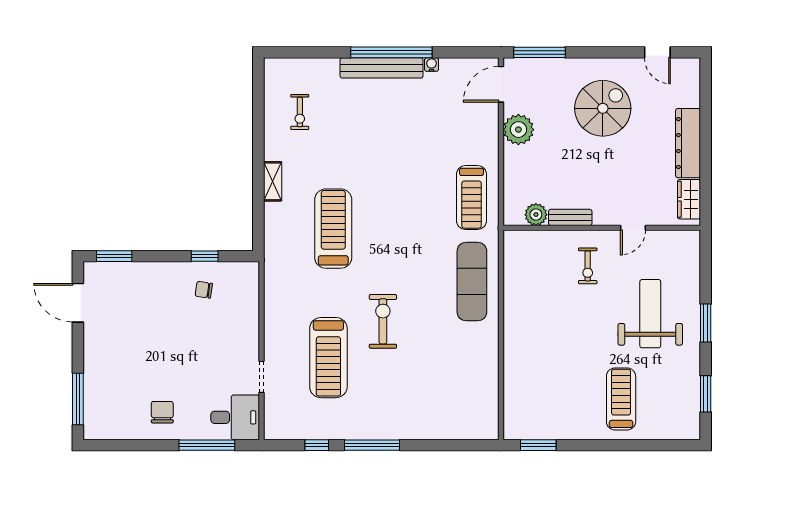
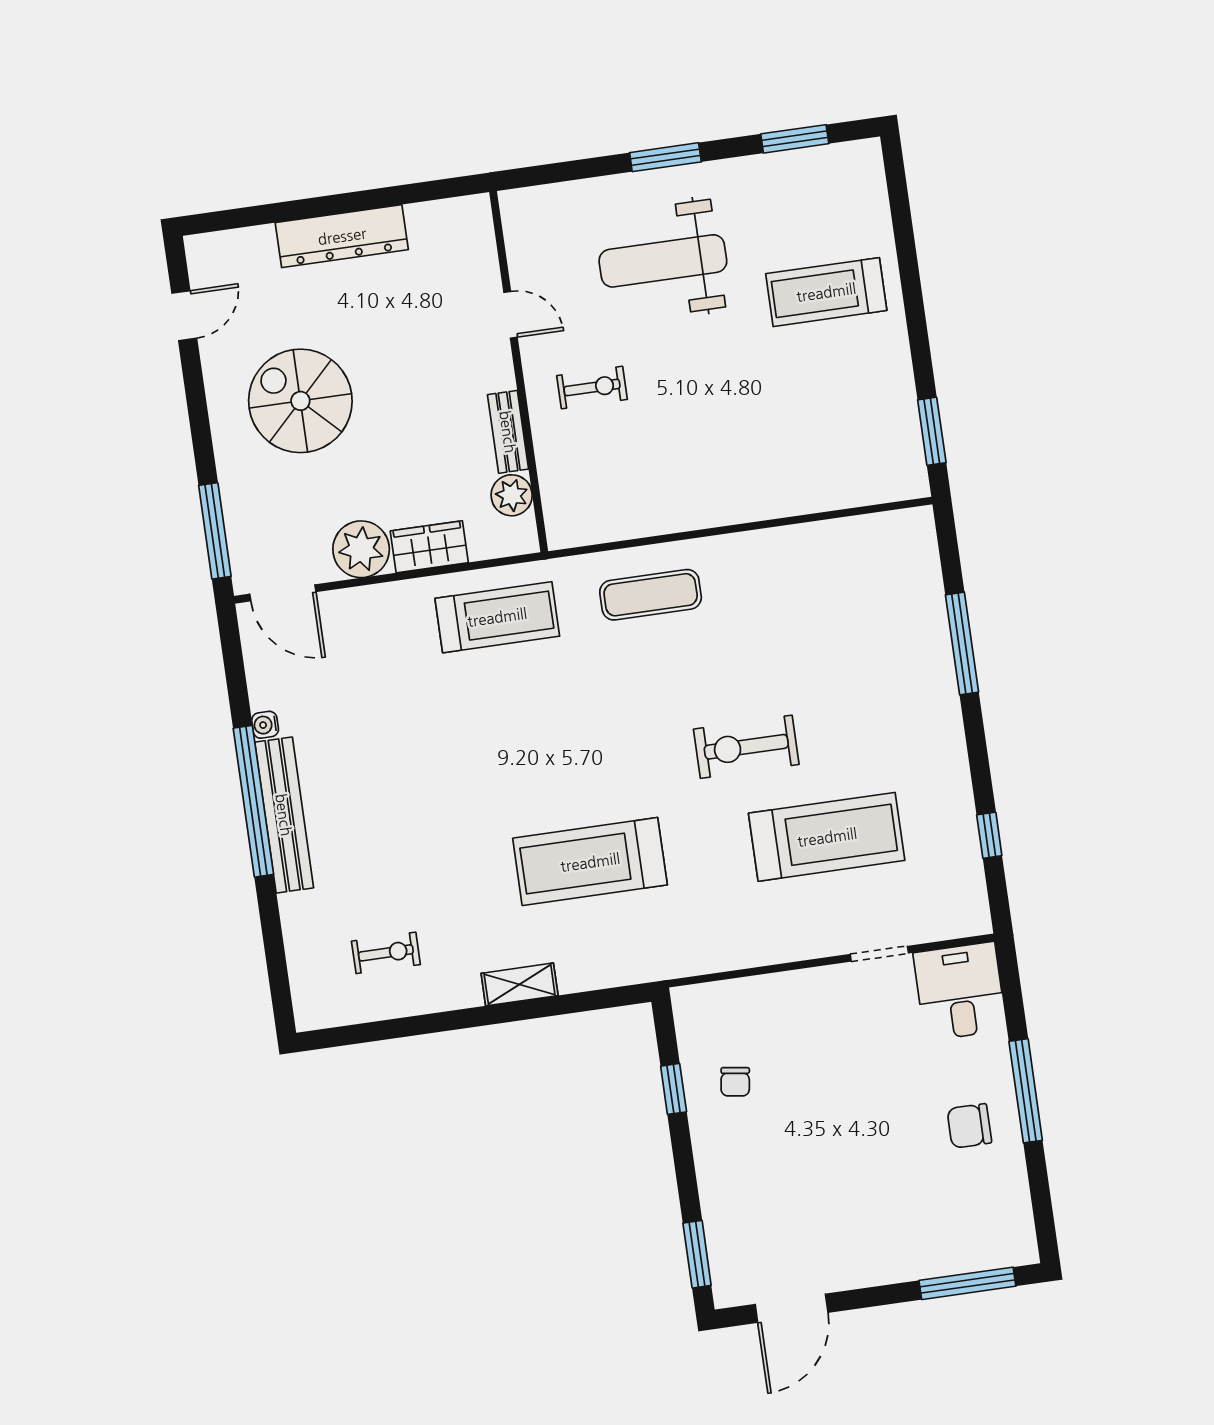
wardrobe: (689, 199) -> (429, 547), moved, turned 180
exercise mat: (472, 282) -> (651, 595), width x0.73, depth x0.69
window: (207, 445) -> (1026, 1091), moved
window: (372, 445) -> (962, 643), moved

